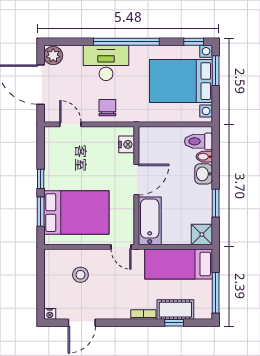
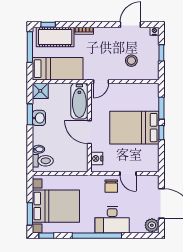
door: (70, 124) -> (128, 174), moved
washbasin: (204, 174) -> (39, 118), moved
door: (136, 179) -> (89, 132), hinge flipped
bed: (76, 213) -> (134, 128), moved
door: (121, 247) -> (101, 82), swing flipped
window: (41, 285) -> (161, 53), added
cot: (175, 310) -> (55, 37), width x1.37, depth x1.34
window: (174, 323) -> (48, 25), moved

